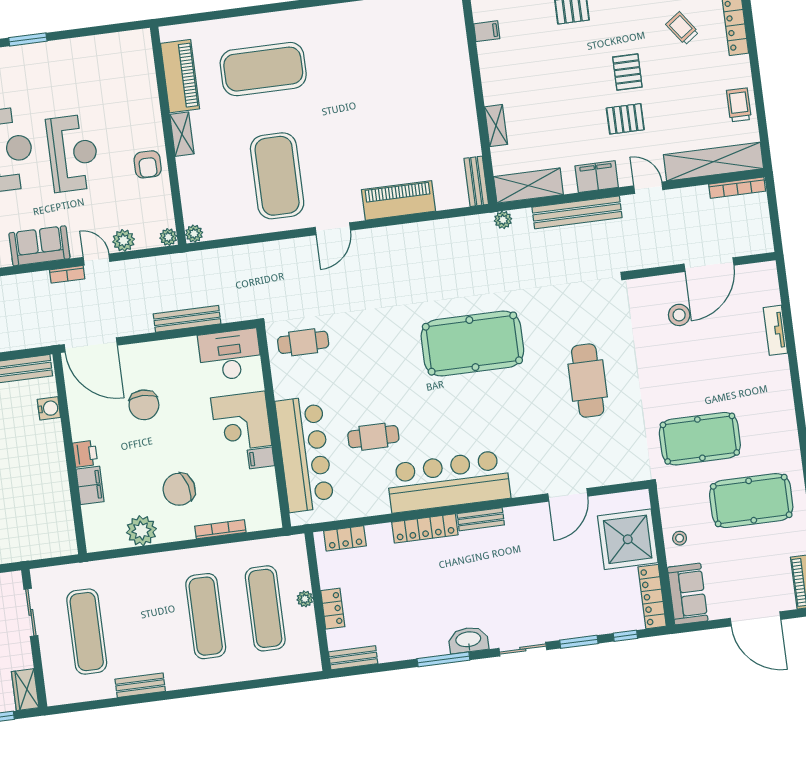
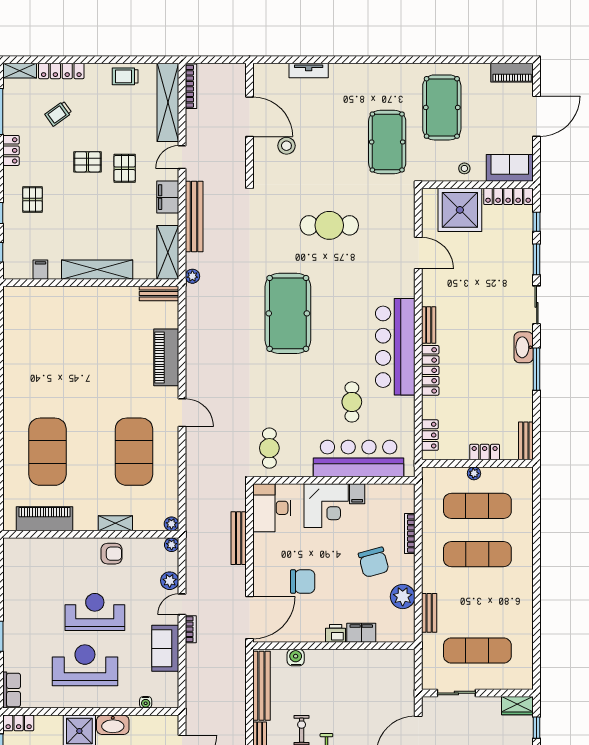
shelving: (496, 126) -> (97, 270), width x2.20, depth x1.33
shelving: (182, 134) -> (115, 523), moved
exercise mat: (277, 176) -> (134, 452), turned 90
bench: (140, 685) -> (429, 613), moved

